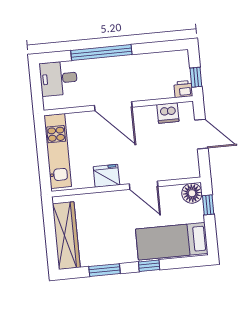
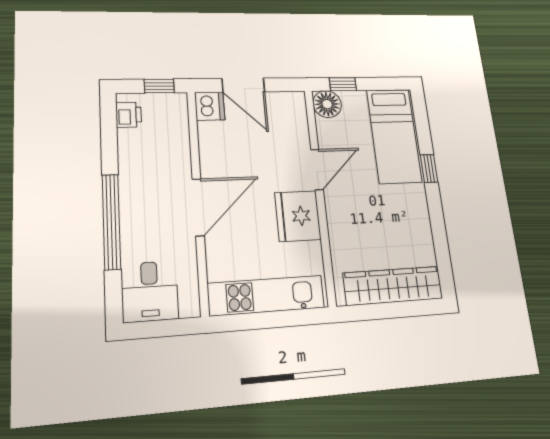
printer: (183, 89) -> (129, 115), moved, turned 180
dishwasher: (168, 113) -> (210, 106), moved
door: (201, 134) -> (243, 85), swing flipped
fridge: (106, 176) -> (298, 216), width x1.36, depth x1.34
window: (104, 270) -> (439, 231), removed

